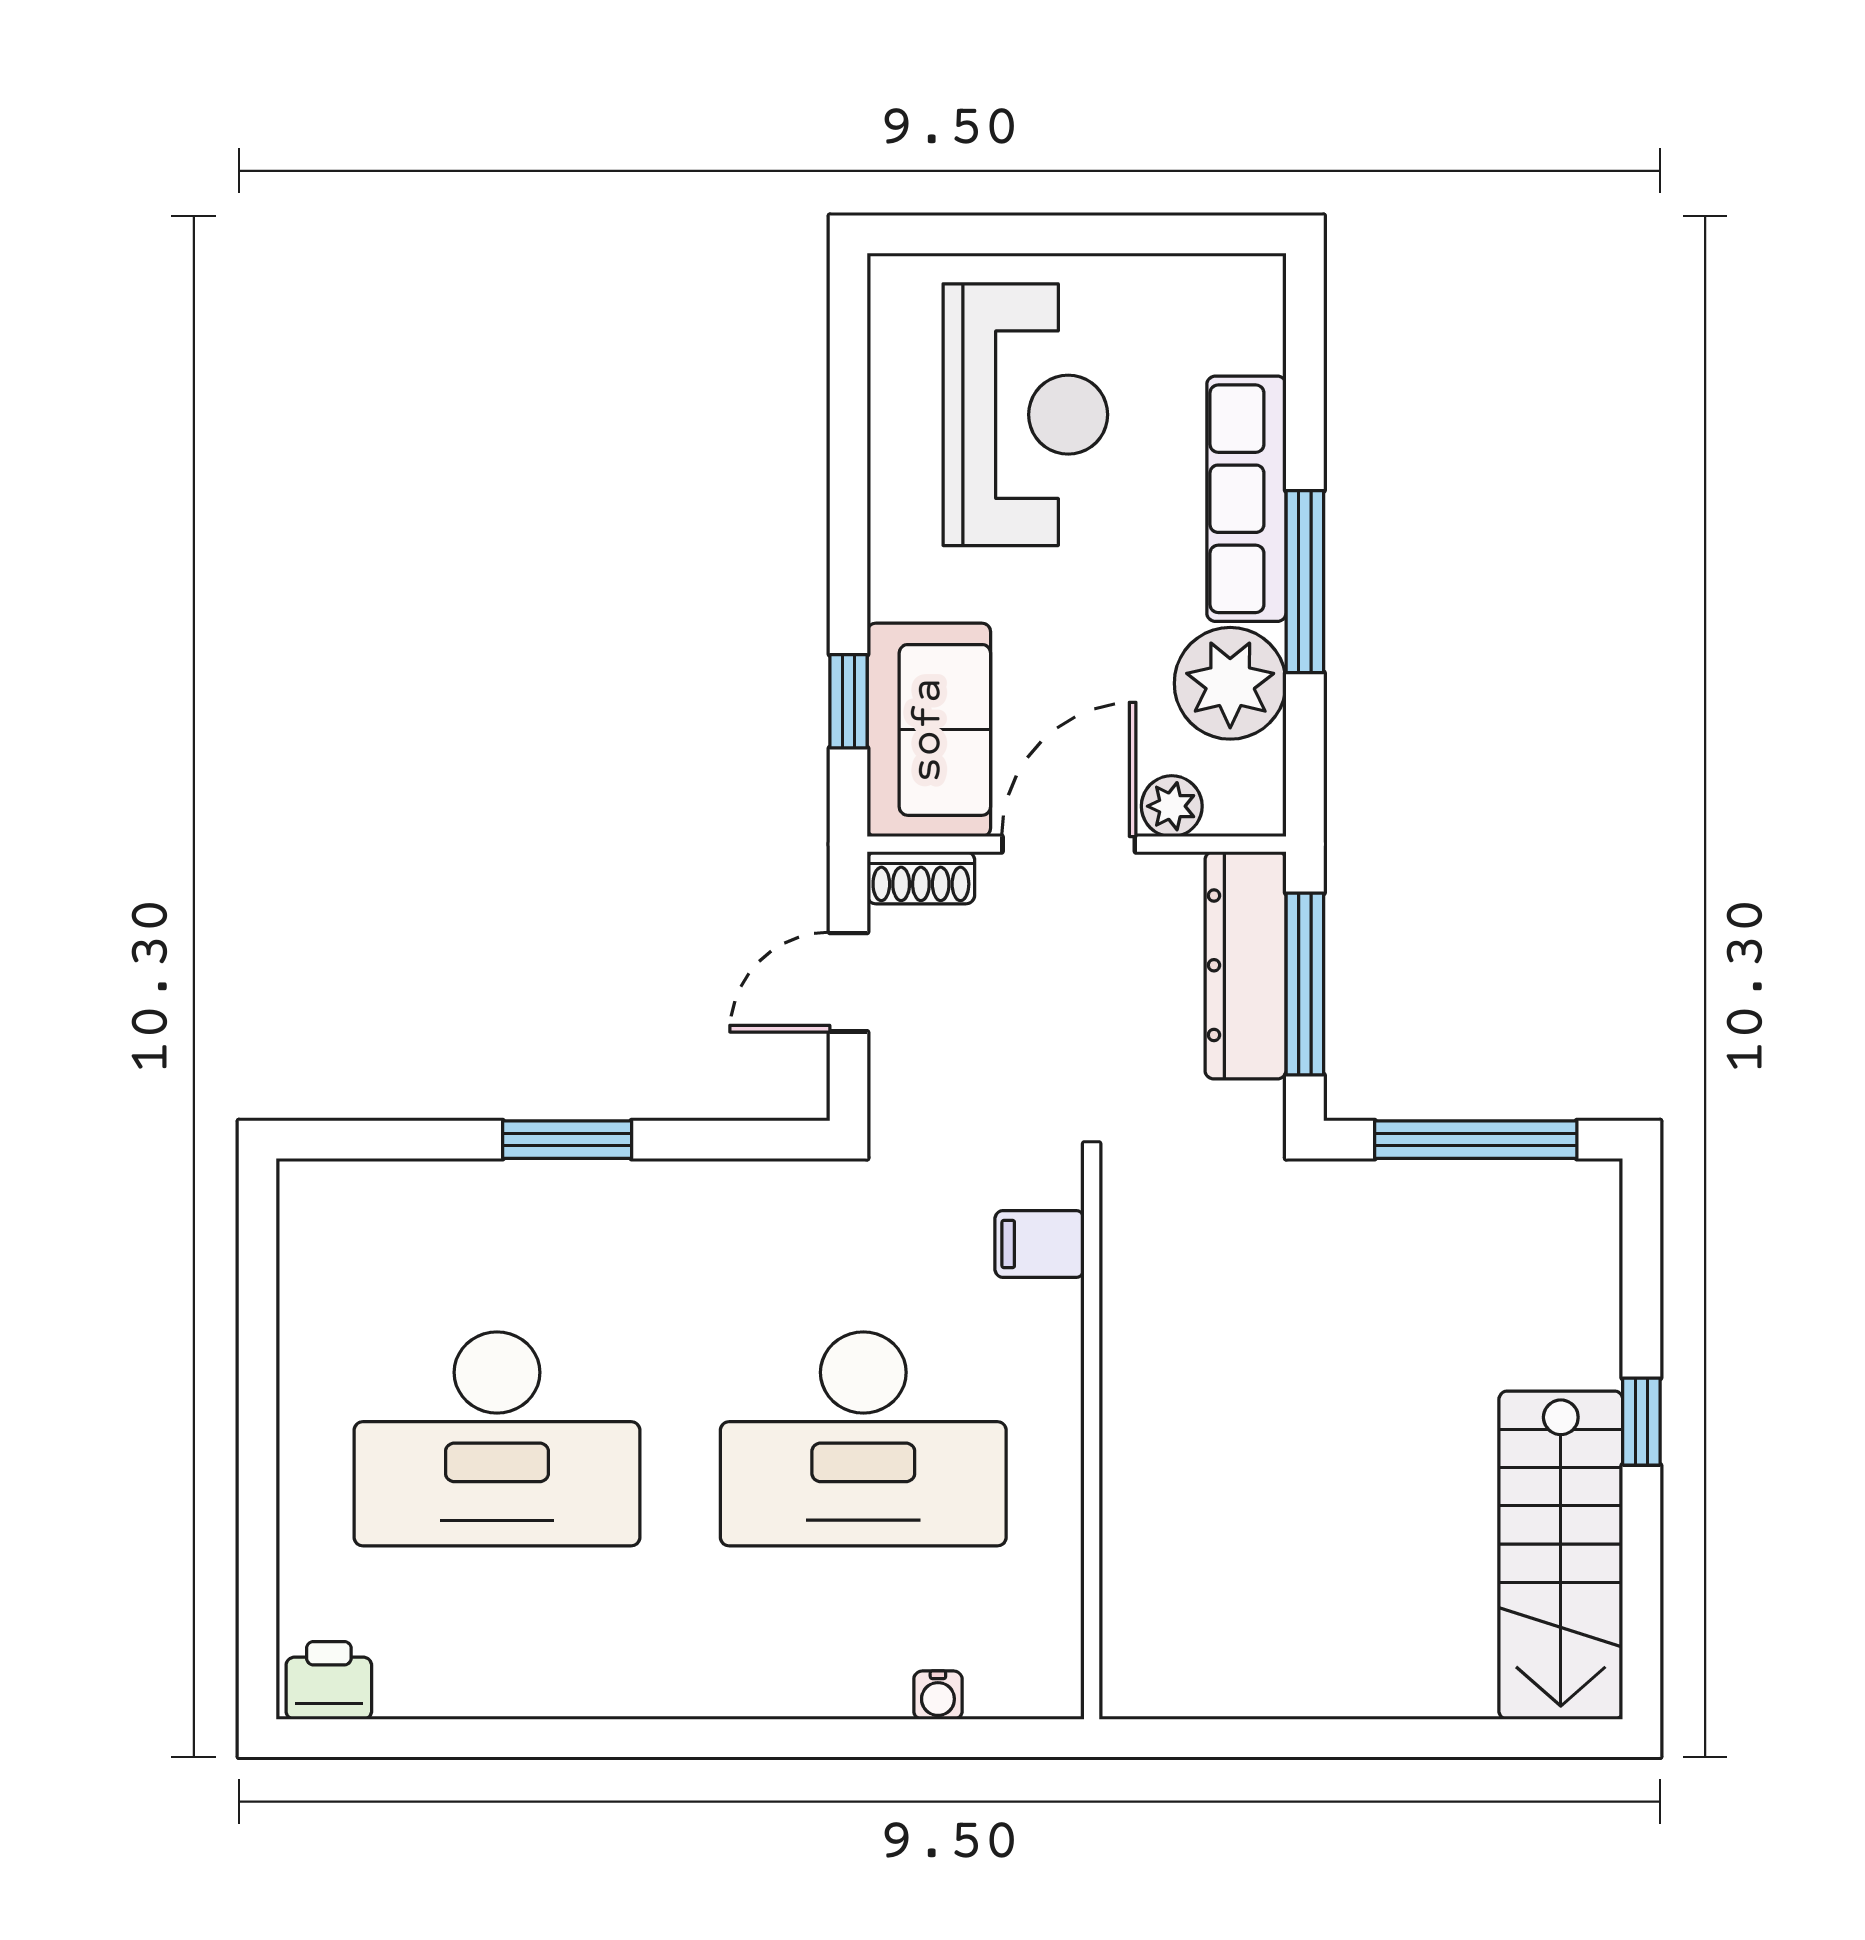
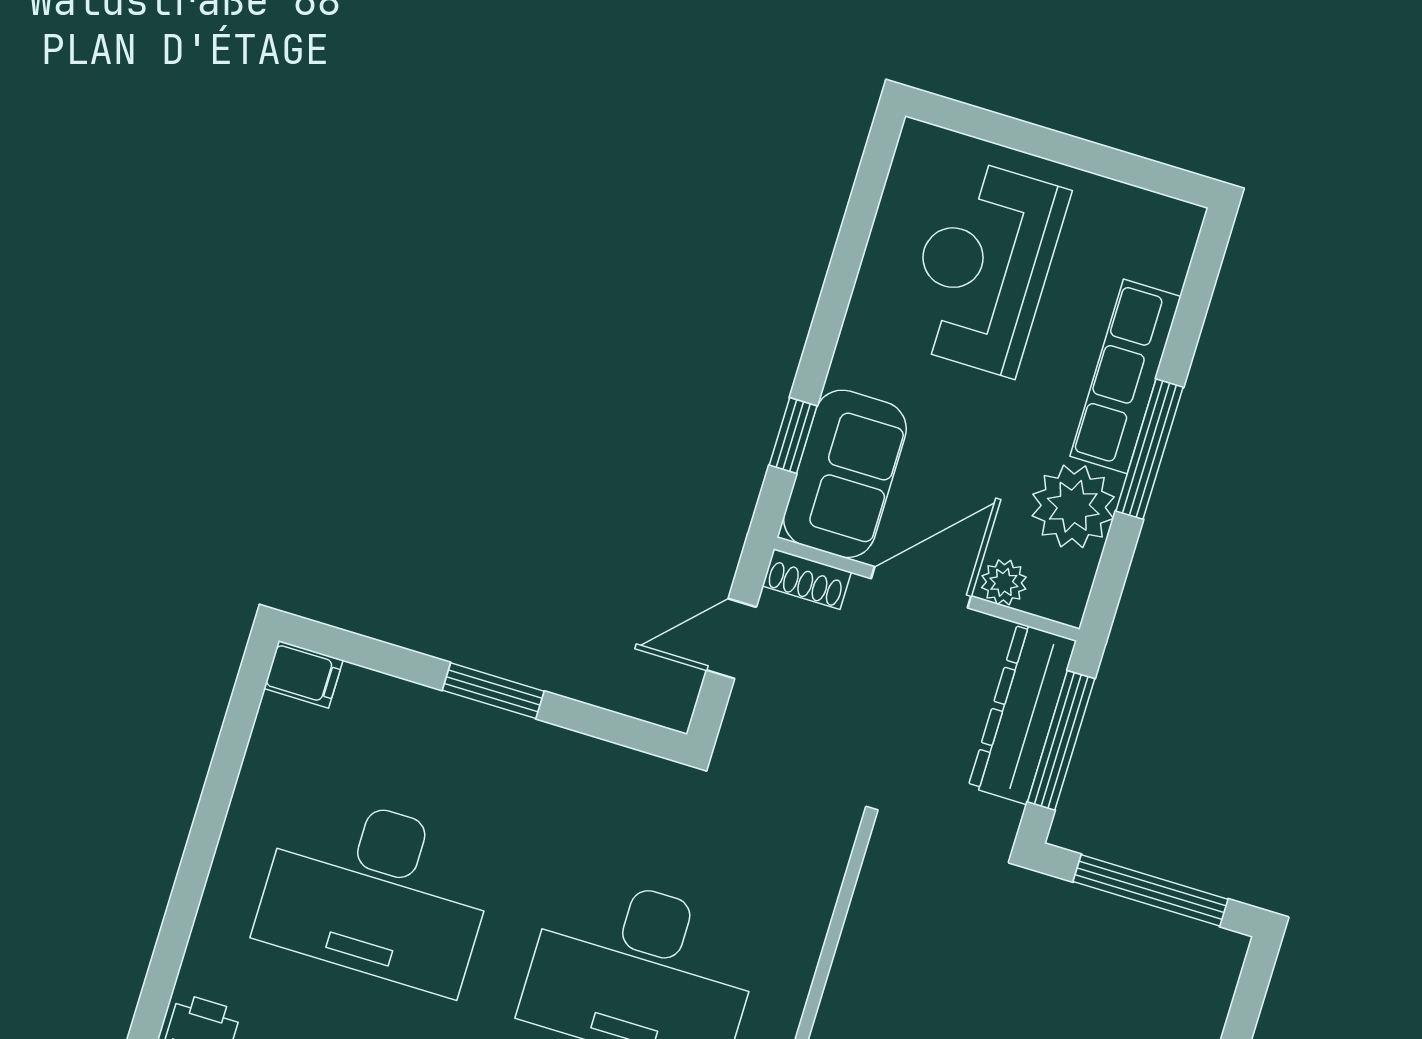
reception desk: (1025, 415) -> (984, 267), turned 180
filing cabinet: (1039, 1244) -> (304, 674), moved, turned 180

